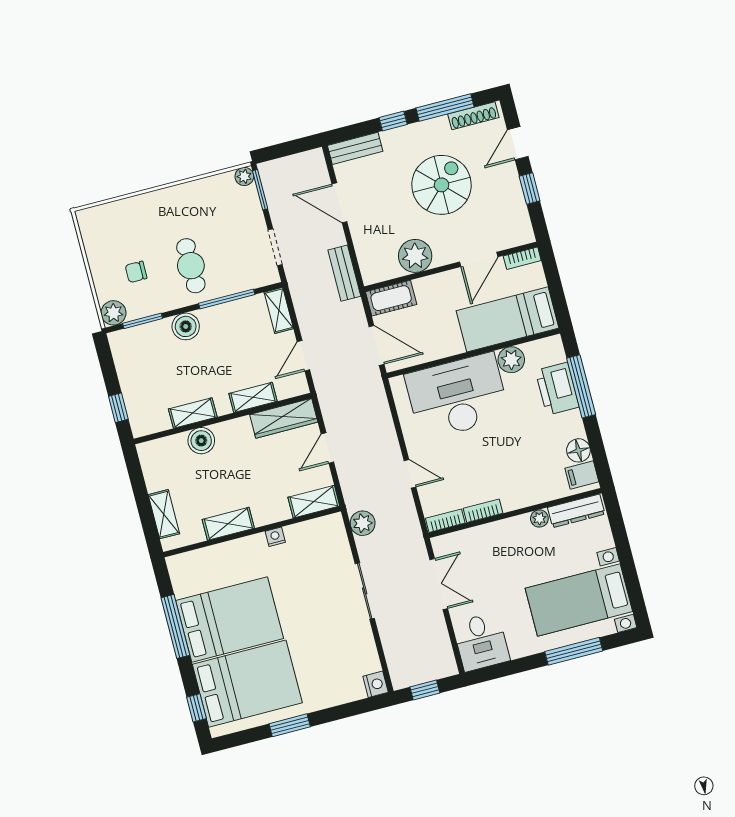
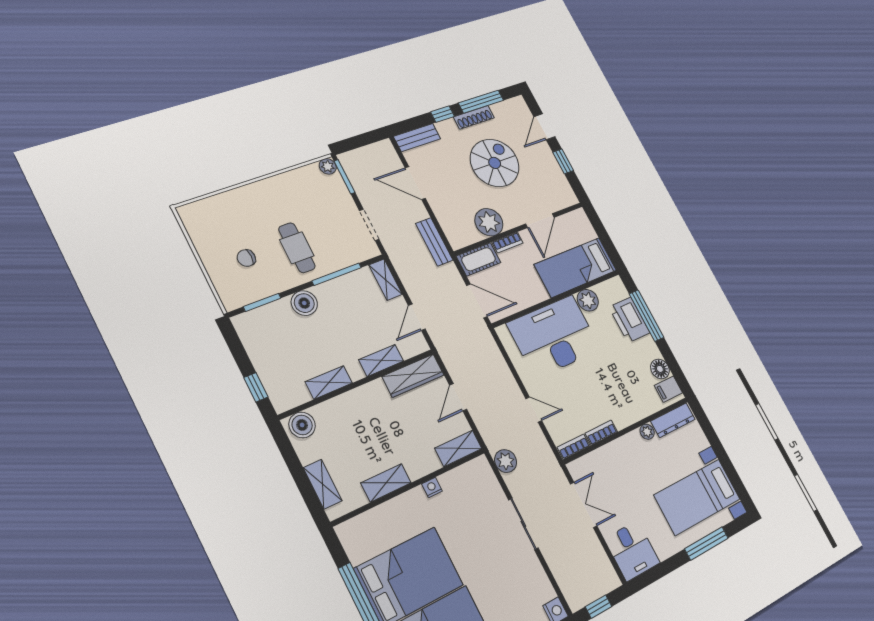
shoe rack: (473, 116) -> (474, 117), moved
bookcase: (522, 258) -> (508, 243), moved
plant: (113, 313) -> (232, 298), removed
boiler: (201, 441) -> (302, 425), moved

